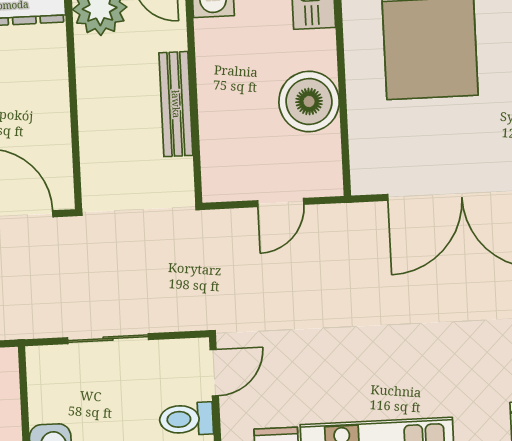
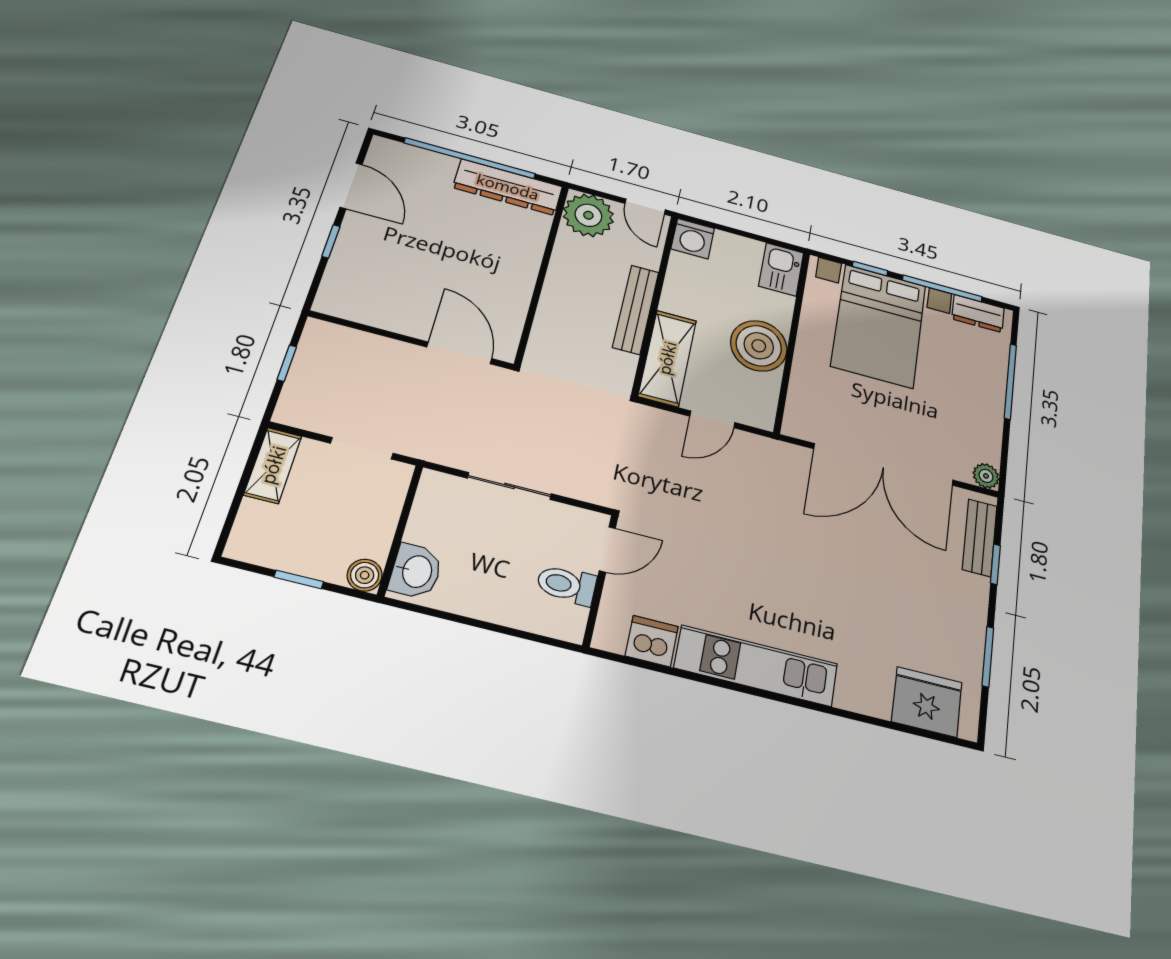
shelving: (221, 149) -> (667, 358), added

